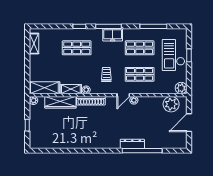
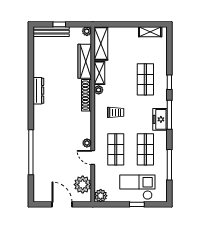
door: (123, 95) -> (93, 157), moved
bench: (34, 132) -> (51, 32), added
dresser: (132, 144) -> (38, 91), moved

